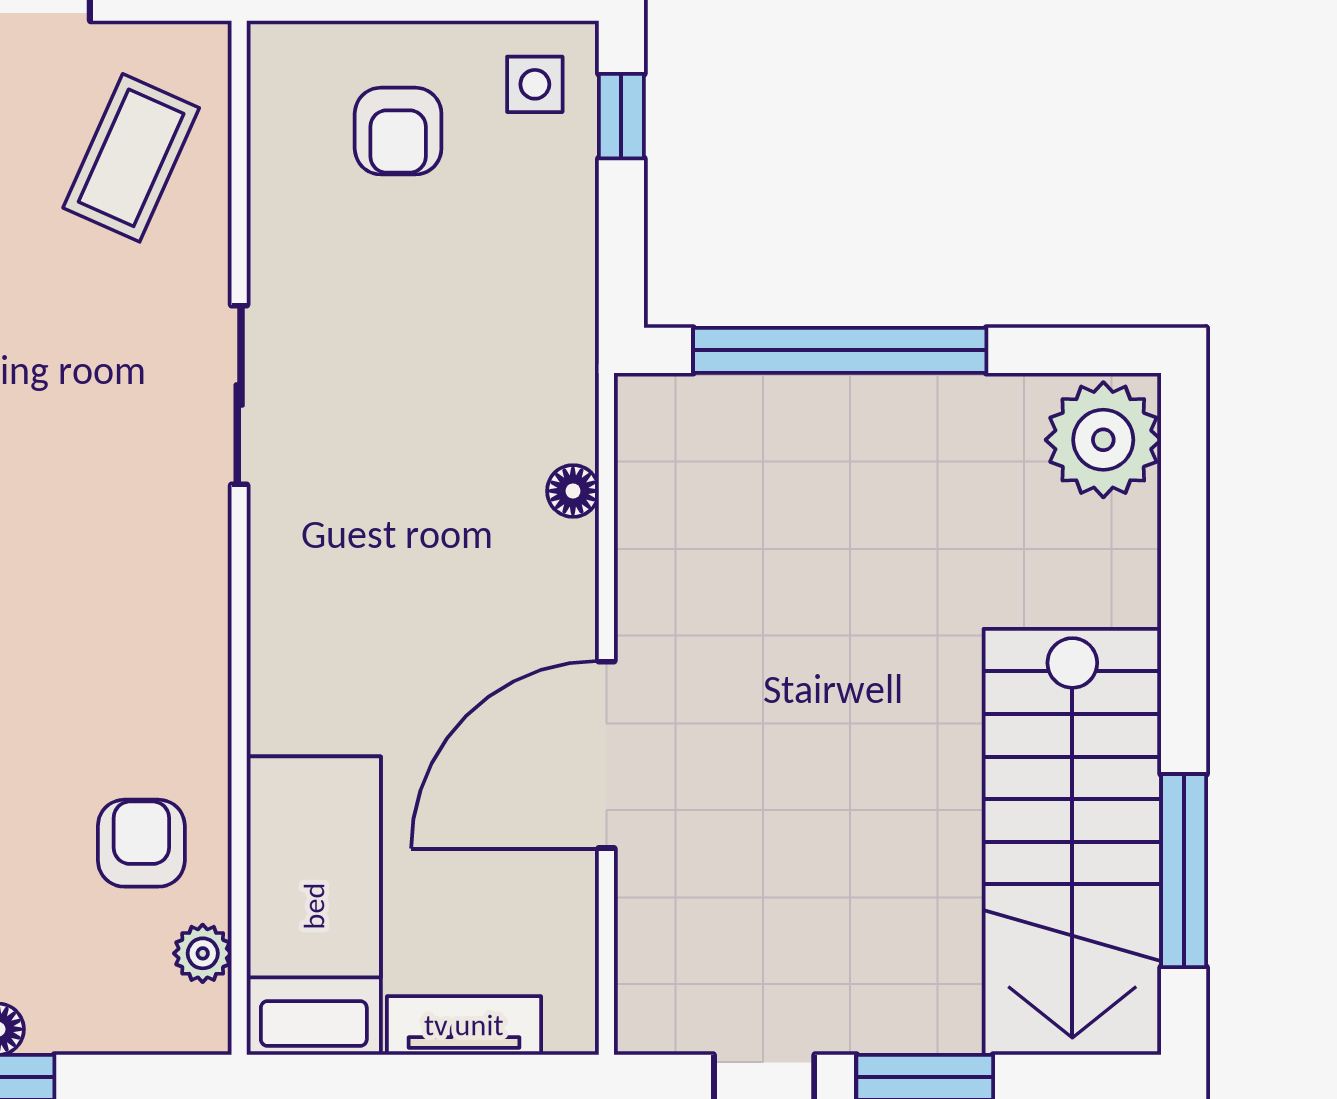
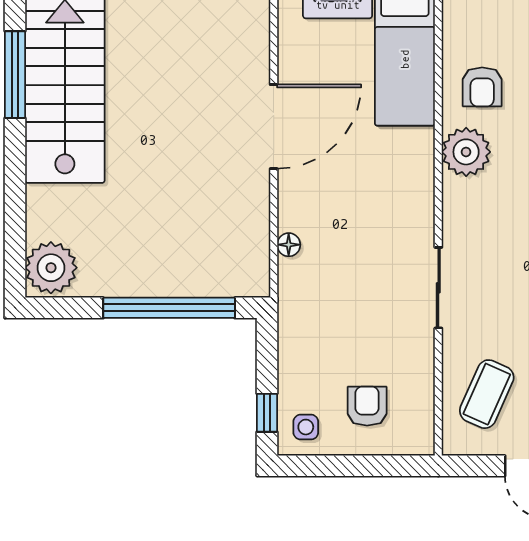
plant: (203, 953) -> (466, 152), moved, width x1.87, depth x1.87

